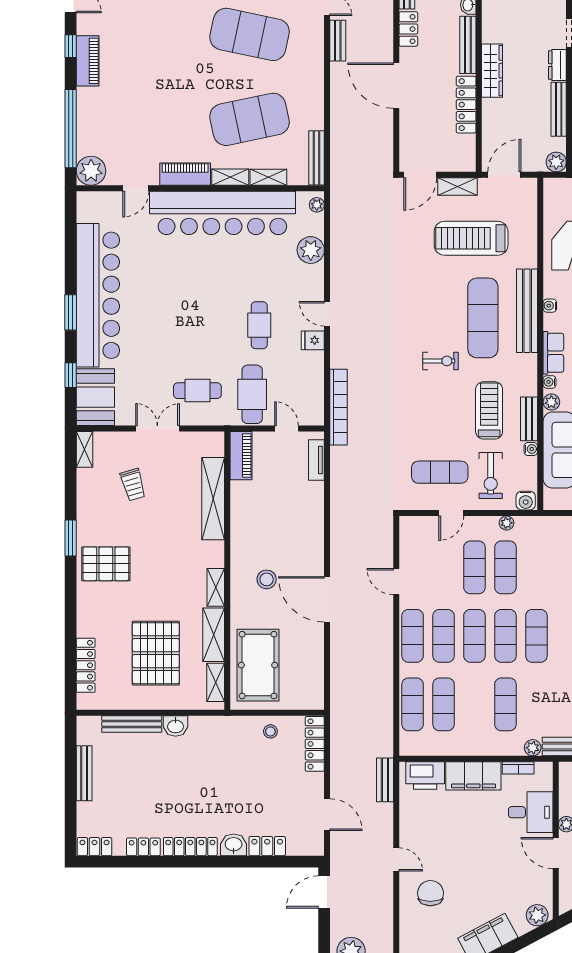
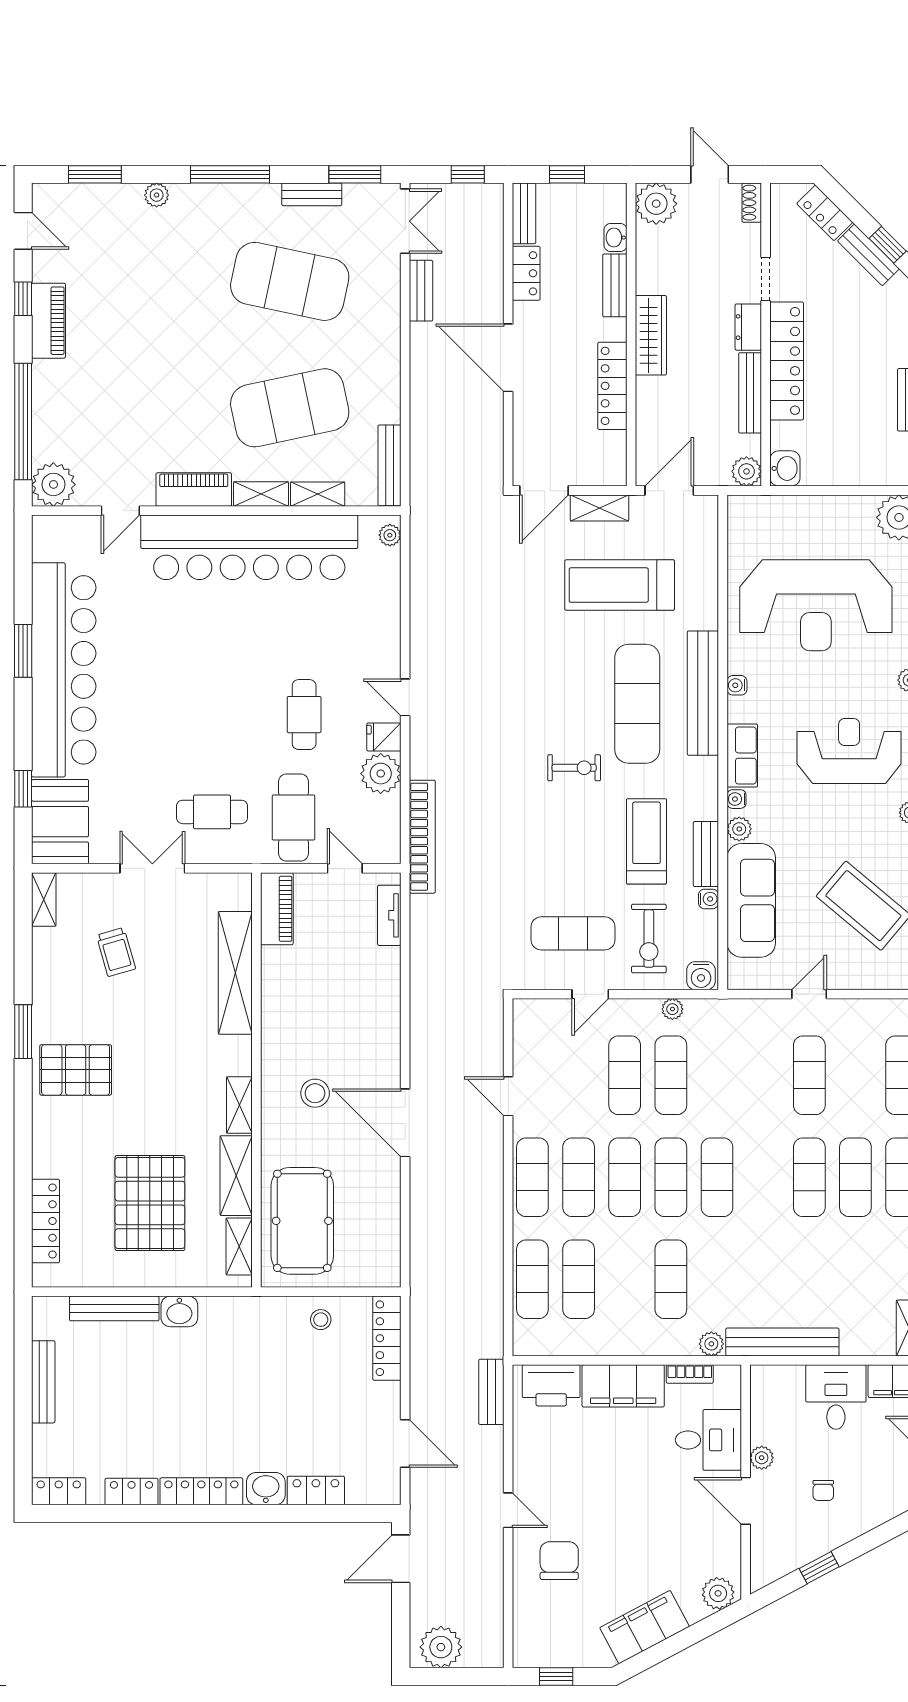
bench: (468, 45) -> (615, 285), width x0.73
plant: (311, 250) -> (381, 774), moved
window: (71, 312) -> (23, 651), moved

